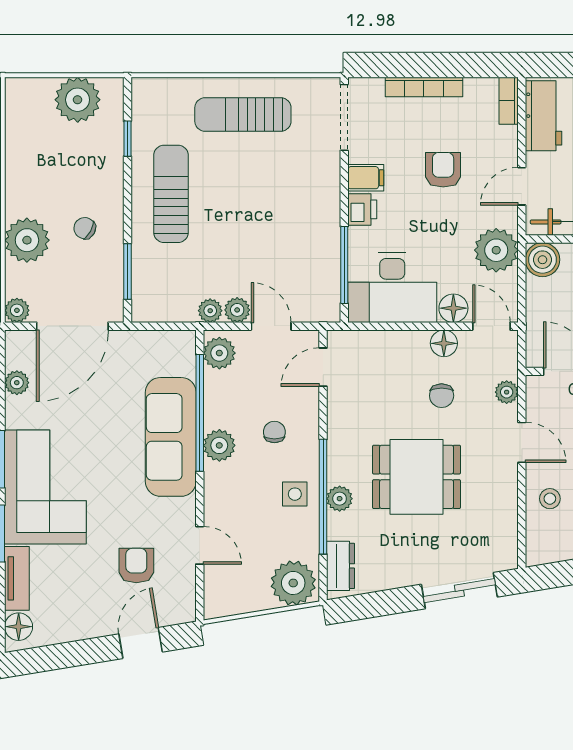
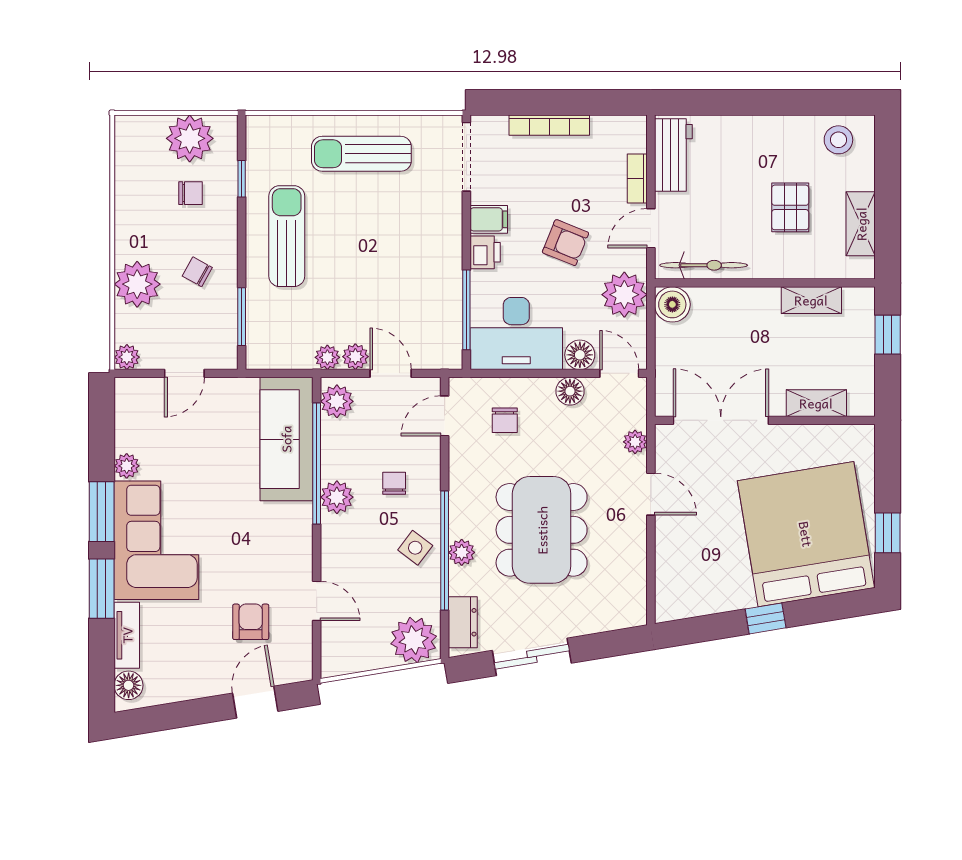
bookcase: (509, 101) -> (637, 178), moved
chair: (78, 152) -> (191, 193), added
armchair: (443, 170) -> (565, 243), moved, turned 112
door: (72, 326) -> (184, 373), width x0.53
plant: (17, 383) -> (127, 466), moved
chair: (442, 396) -> (505, 420), moved
sofa: (171, 437) -> (286, 439), moved
dining table: (417, 477) -> (542, 530), width x1.38
side table: (295, 494) -> (415, 548), turned 37
stool: (550, 499) -> (680, 552), removed
sliding door: (459, 591) -> (532, 657), moved

